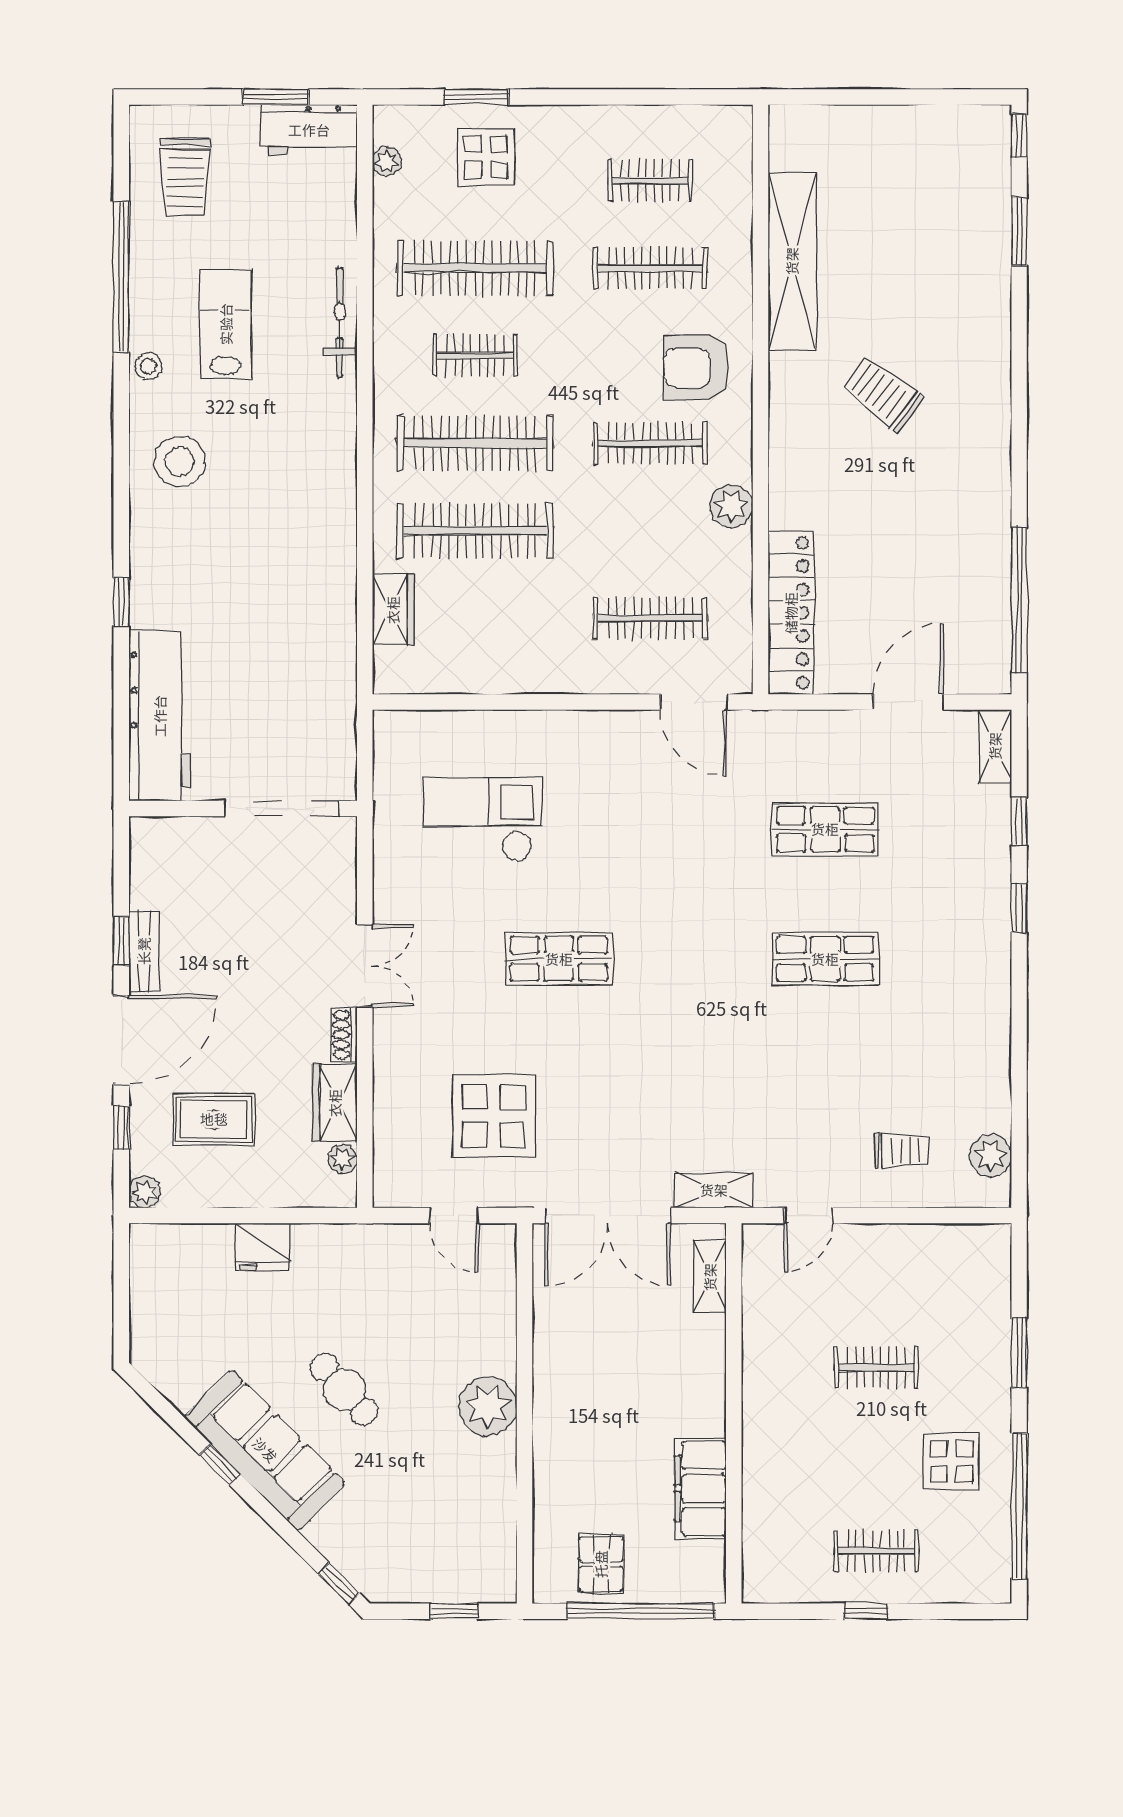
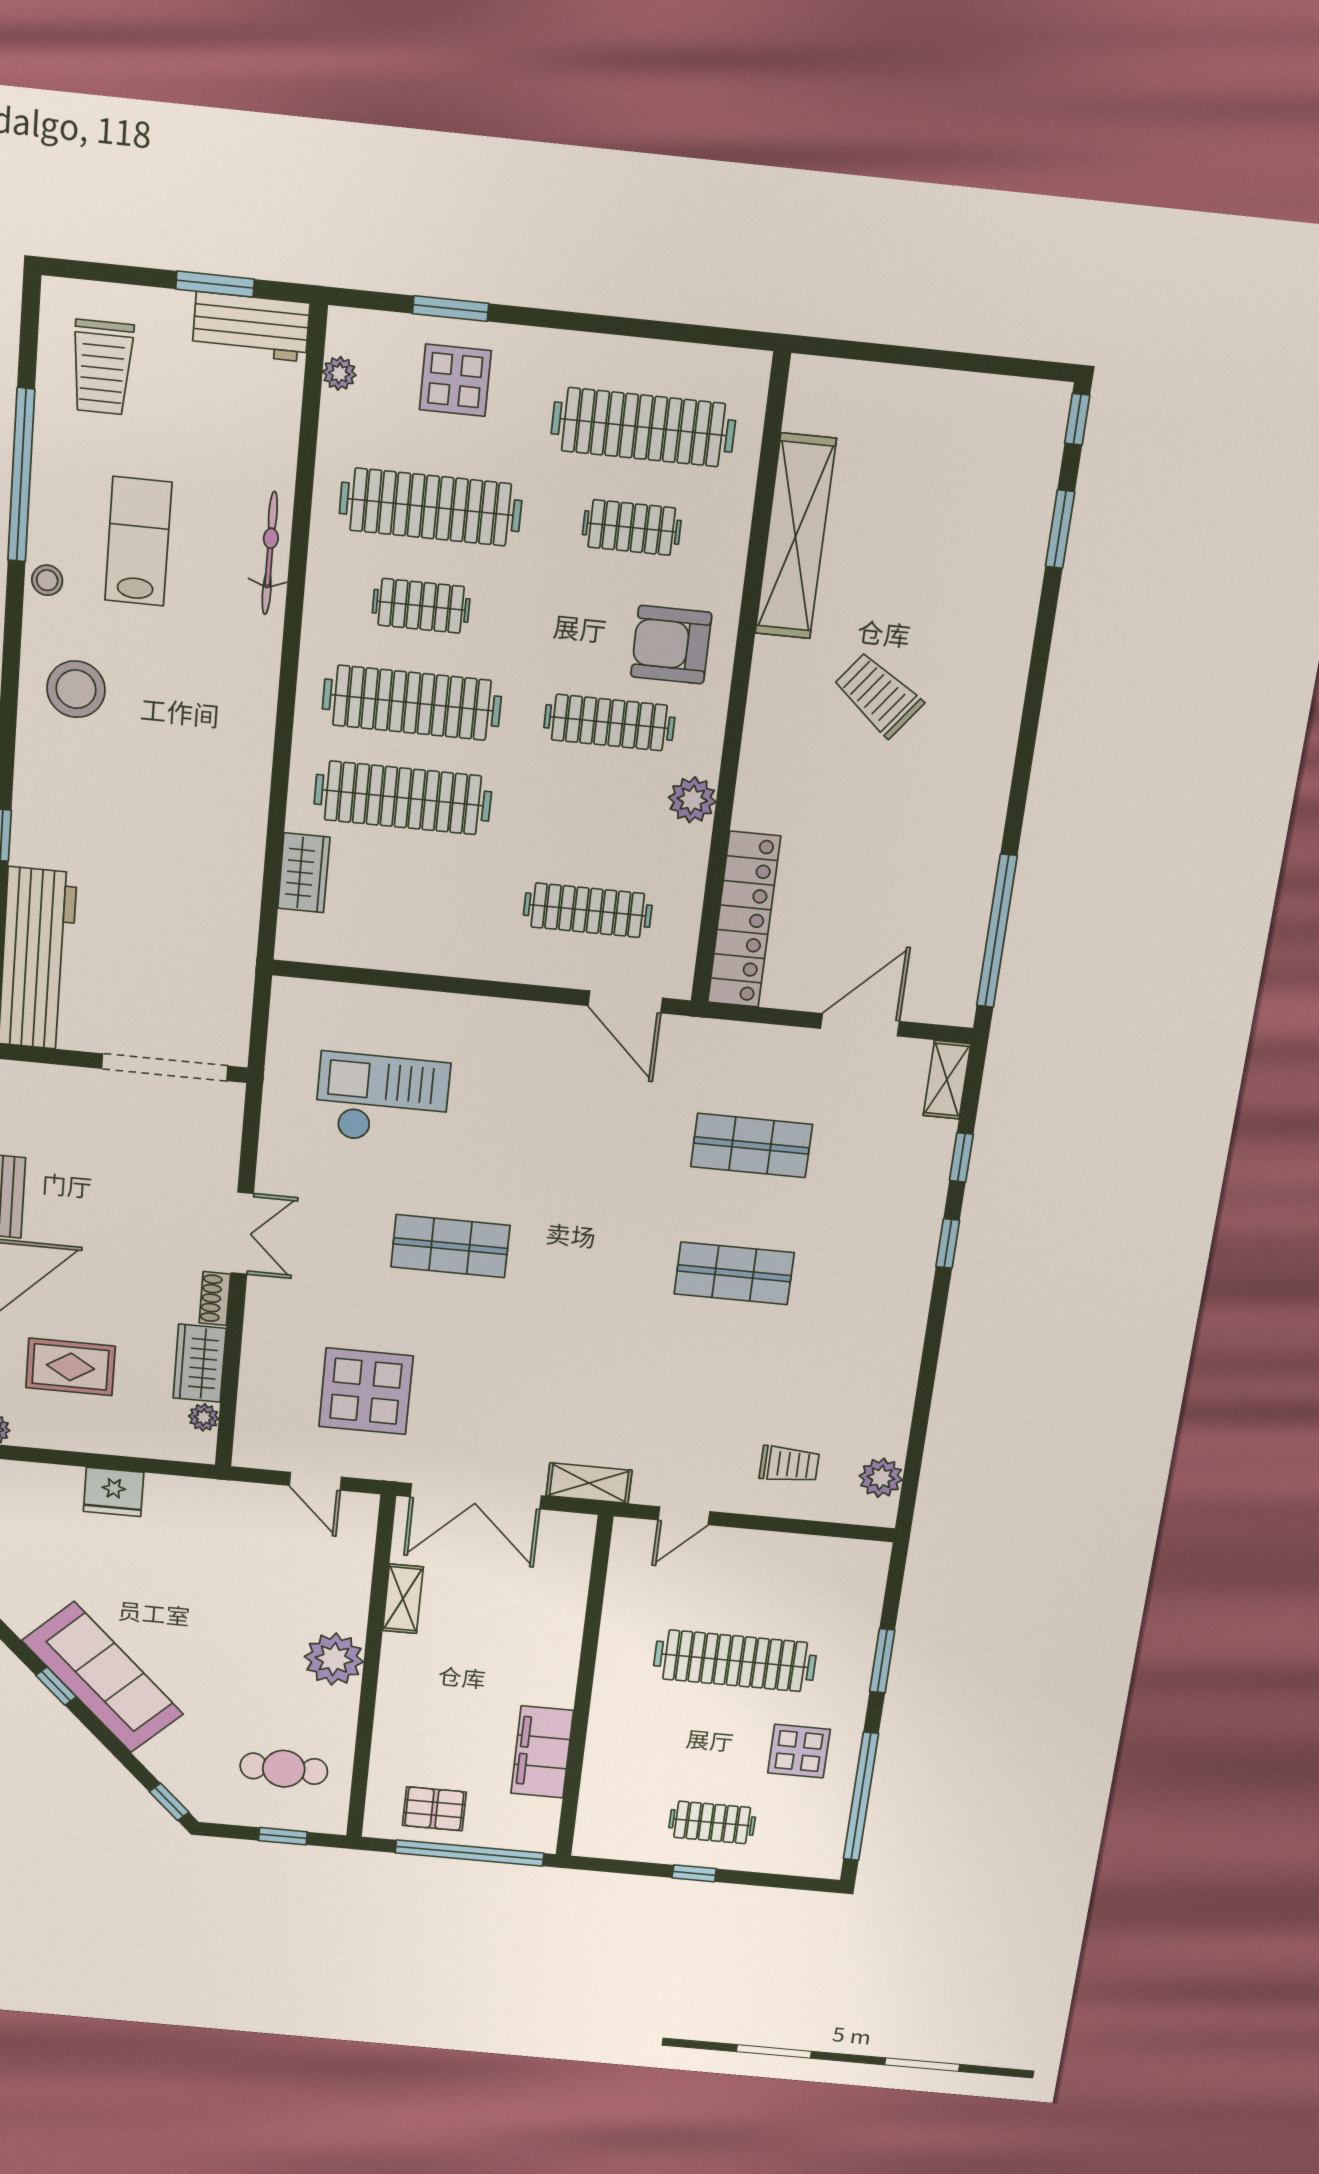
clothes rail: (650, 180) -> (643, 427), width x1.86, depth x1.31
clothes rail: (650, 268) -> (632, 528), width x0.73
shelving: (710, 1277) -> (403, 1599), moved
clothes rail: (876, 1367) -> (735, 1661), width x1.86, depth x1.31
cafe table: (344, 1390) -> (284, 1769), moved, turned -48
pallet: (601, 1564) -> (434, 1809), turned 90

